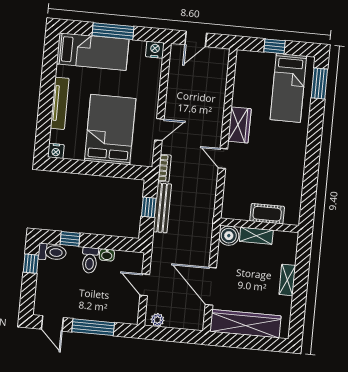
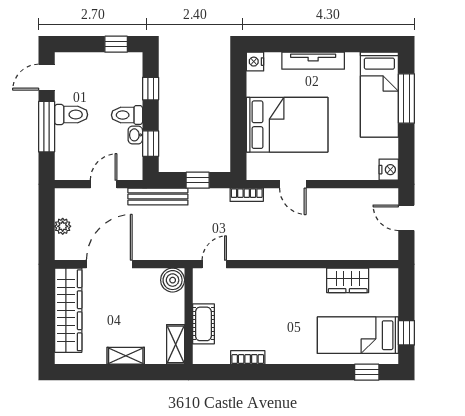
window: (113, 31) -> (406, 98), moved
window: (275, 46) -> (406, 333), moved
window: (319, 84) -> (367, 372), width x0.67
wardrobe: (239, 125) -> (348, 280), moved
door: (223, 158) -> (214, 264), moved
bookcase: (298, 180) -> (248, 357), added
bench: (162, 208) -> (158, 197), moved
shelving: (256, 236) -> (176, 344), moved
window: (115, 243) -> (151, 144), added
toilet: (52, 252) -> (71, 115), moved, turned -90
plant: (157, 320) -> (63, 226), moved

